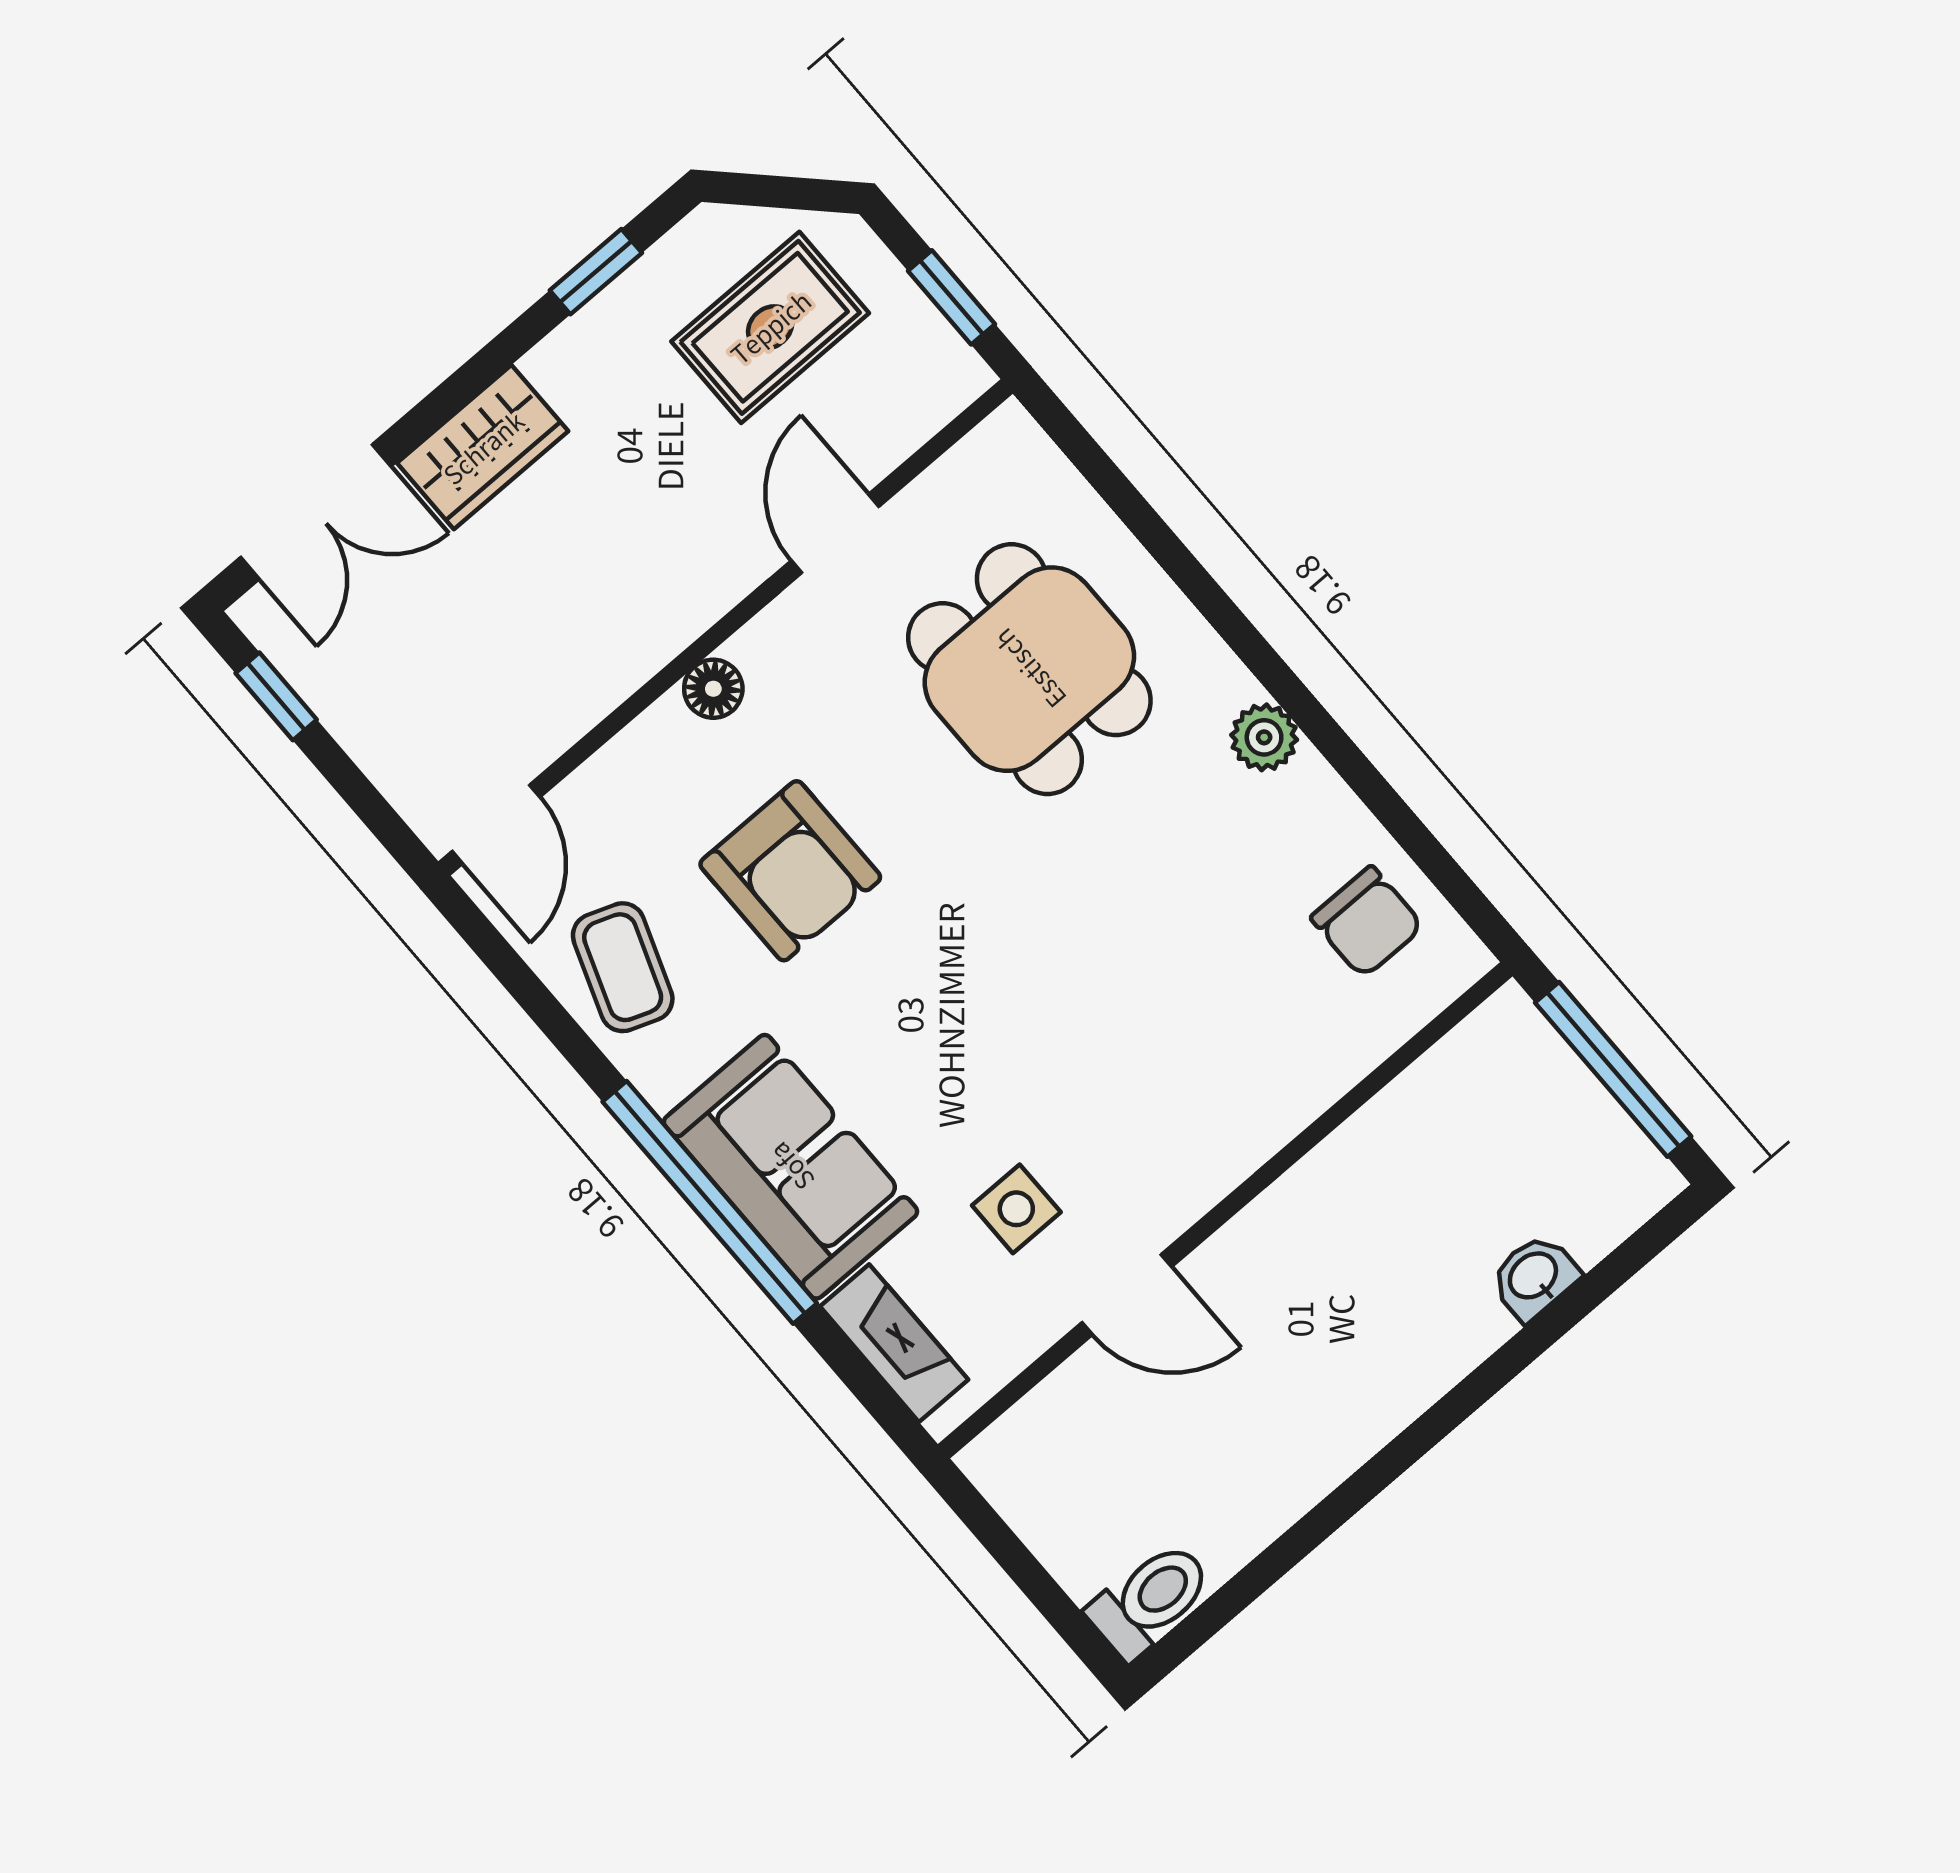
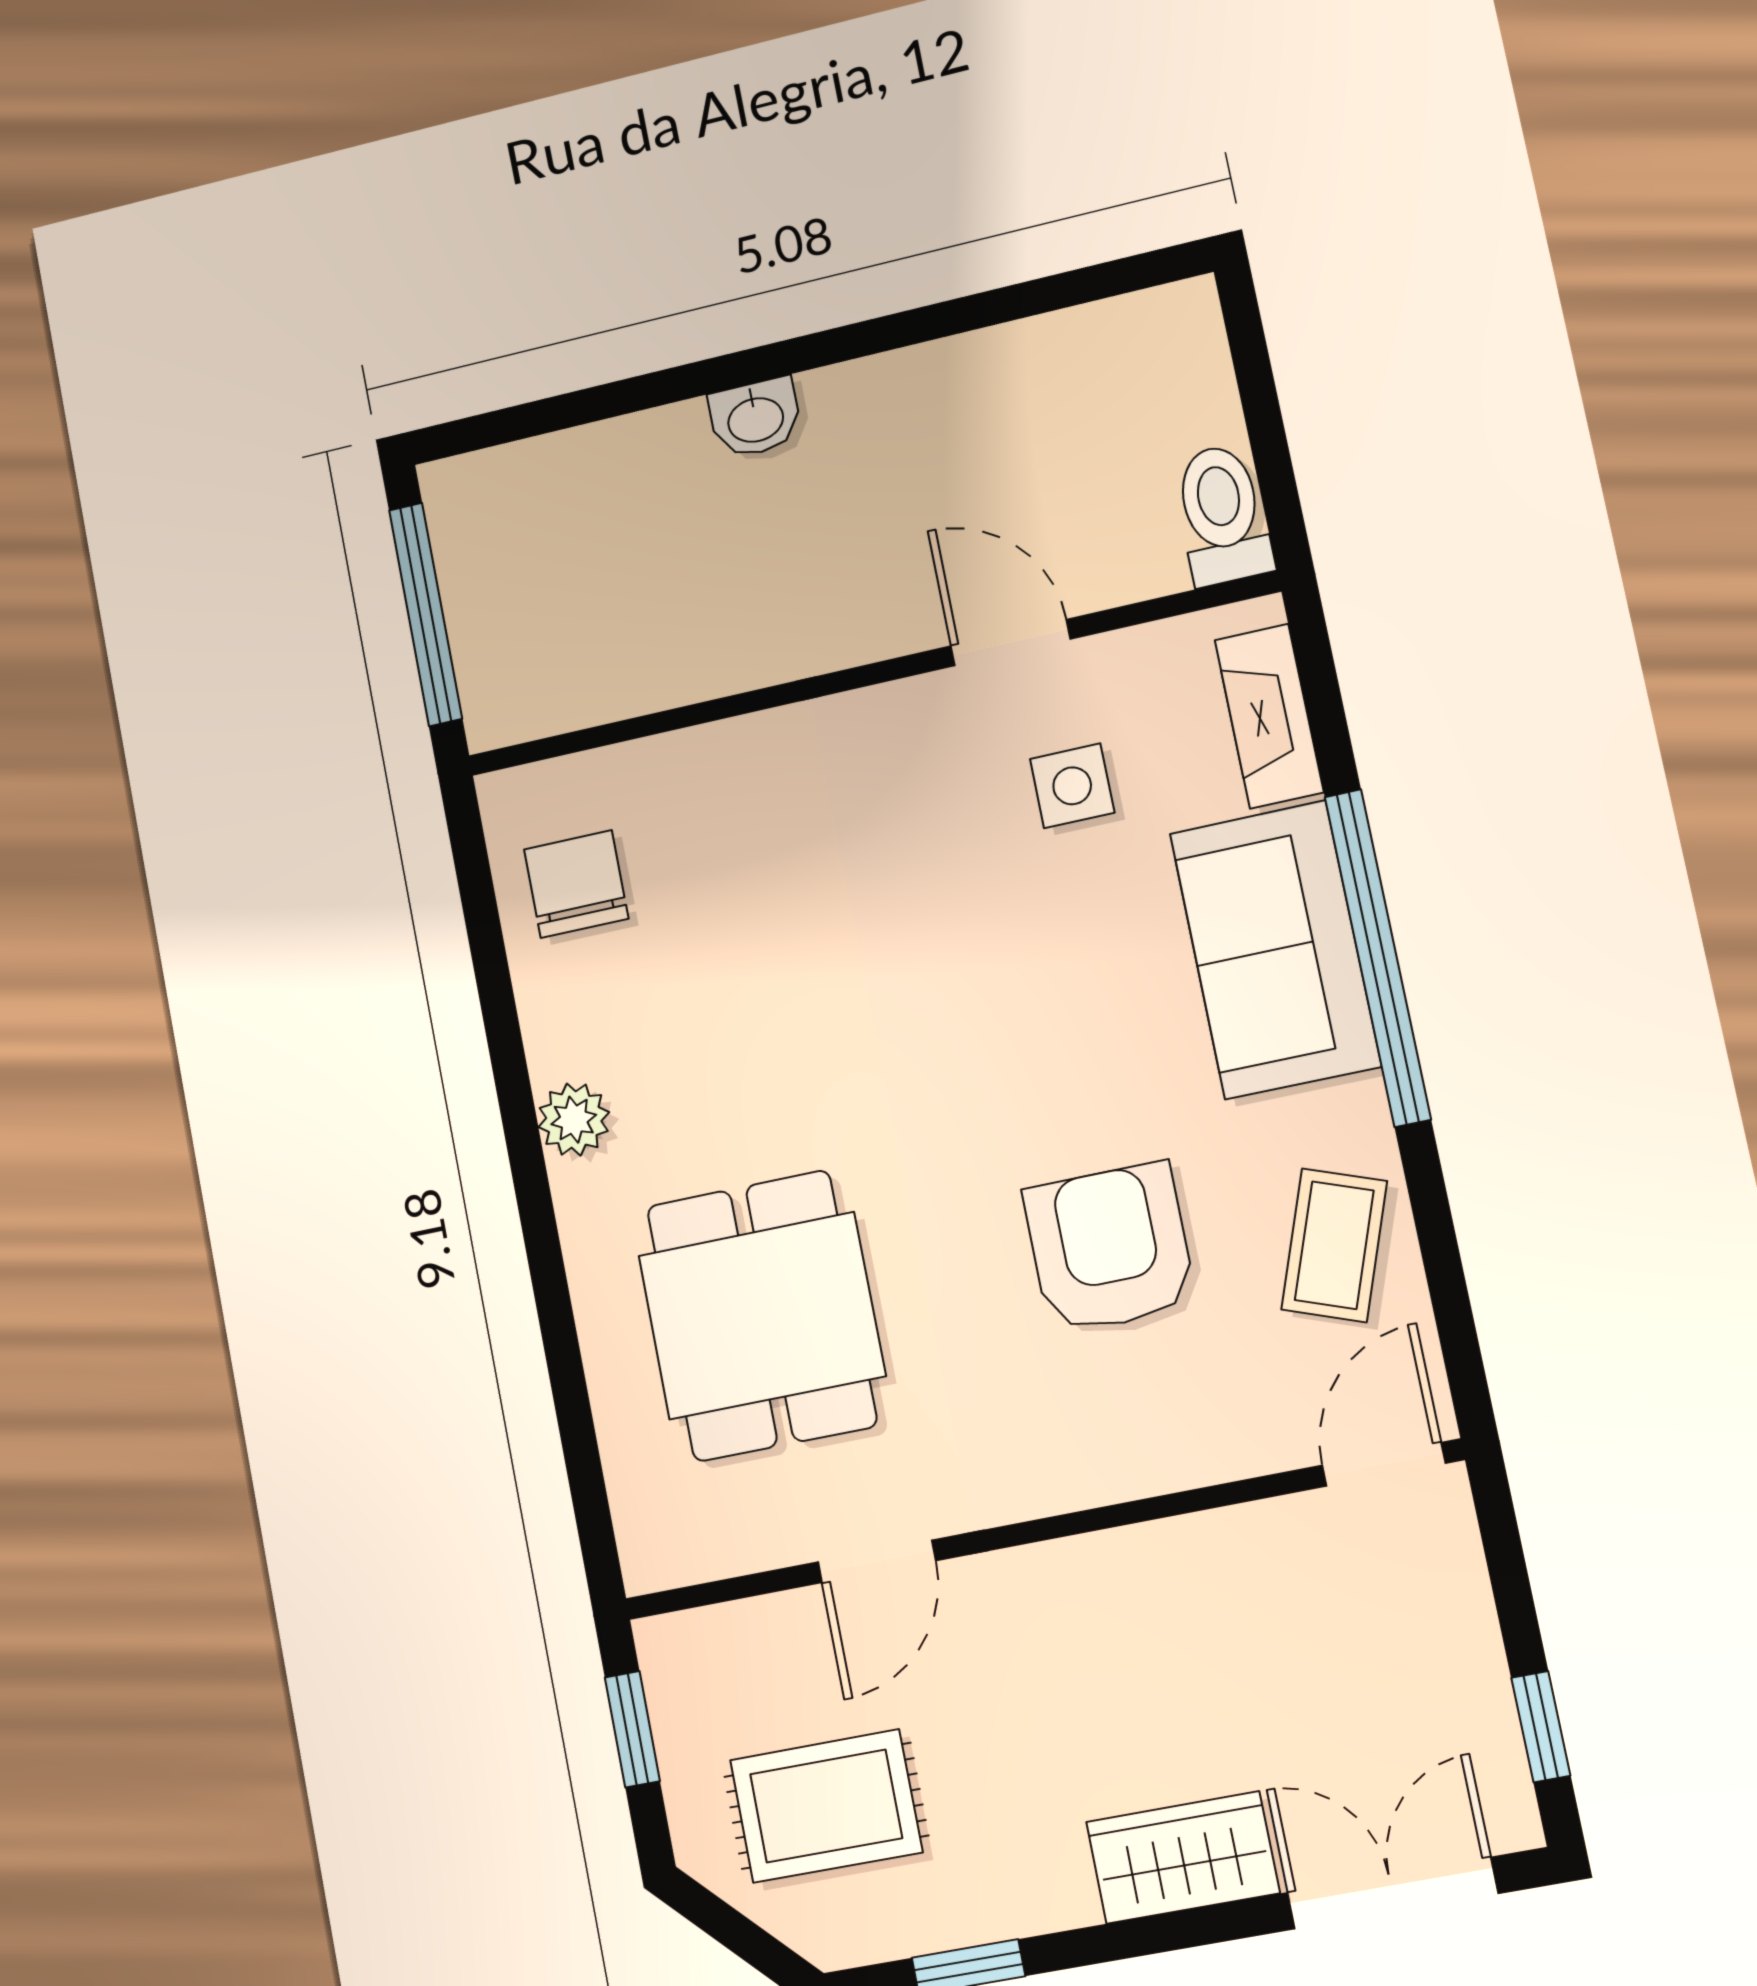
floor lamp: (713, 689) -> (1085, 1476), removed
washbasin: (1534, 1277) -> (755, 418), moved
toilet: (1150, 1600) -> (1222, 514), moved, turned 90

